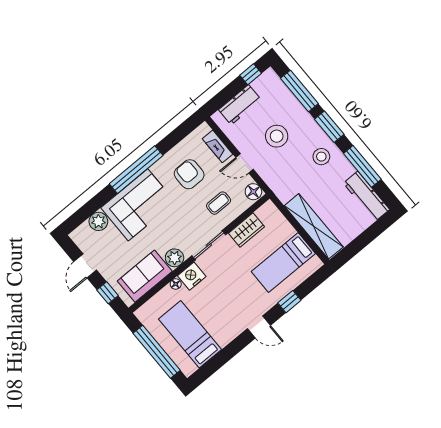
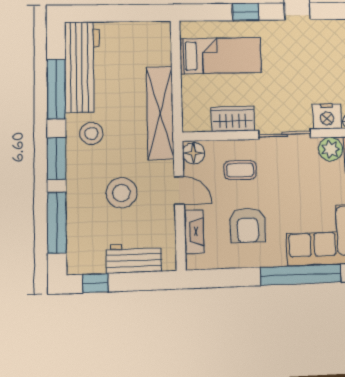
workbench: (366, 196) -> (82, 67), width x1.36, depth x1.32
shelving: (314, 226) -> (160, 113), moved

